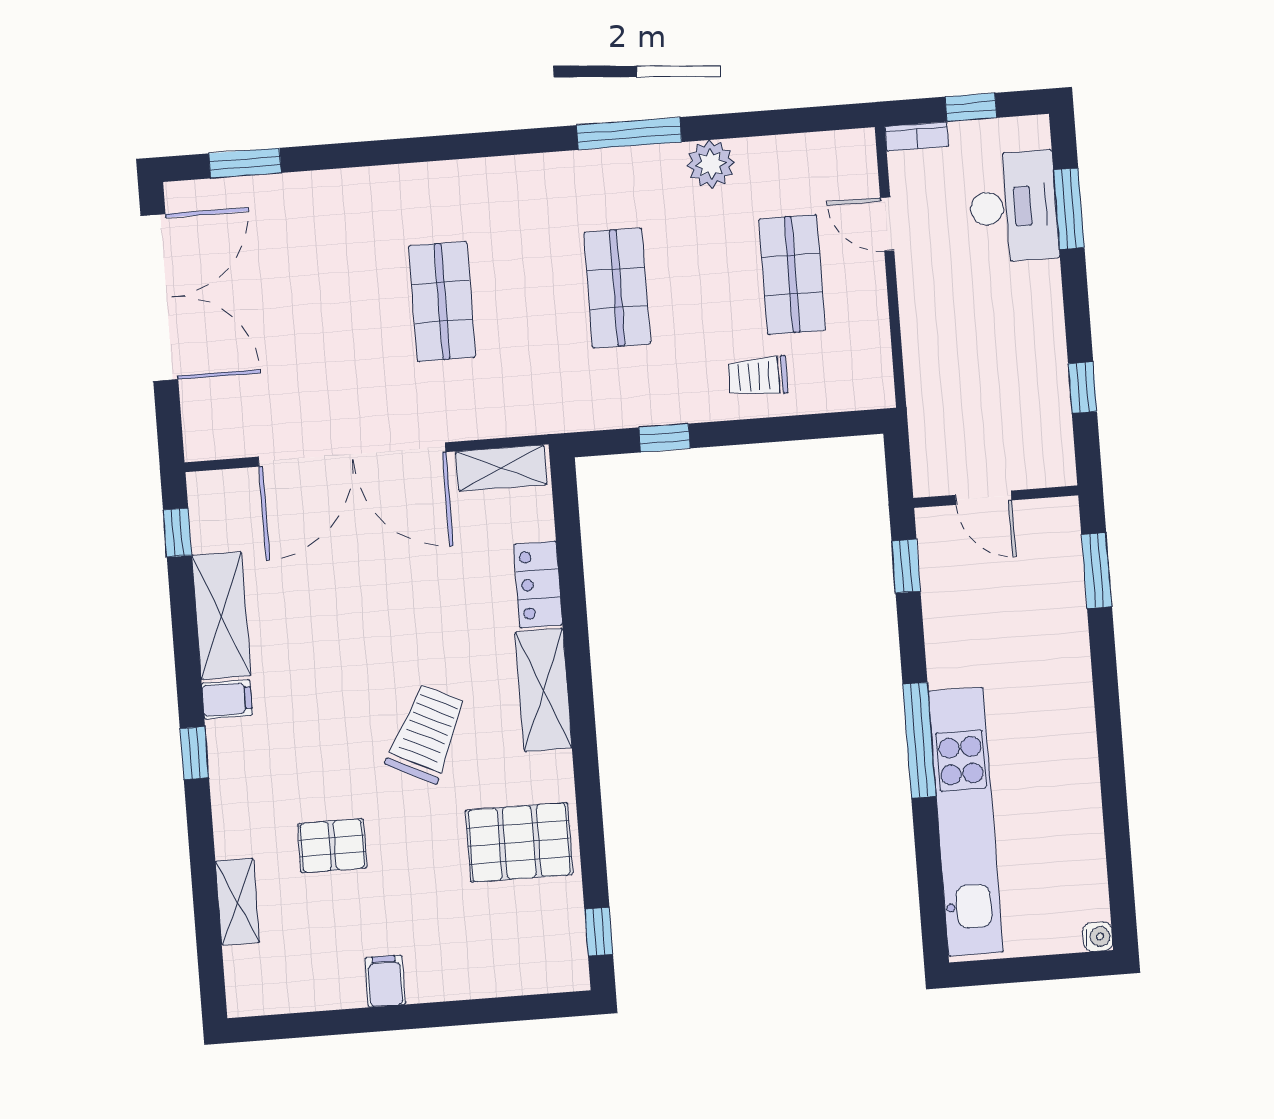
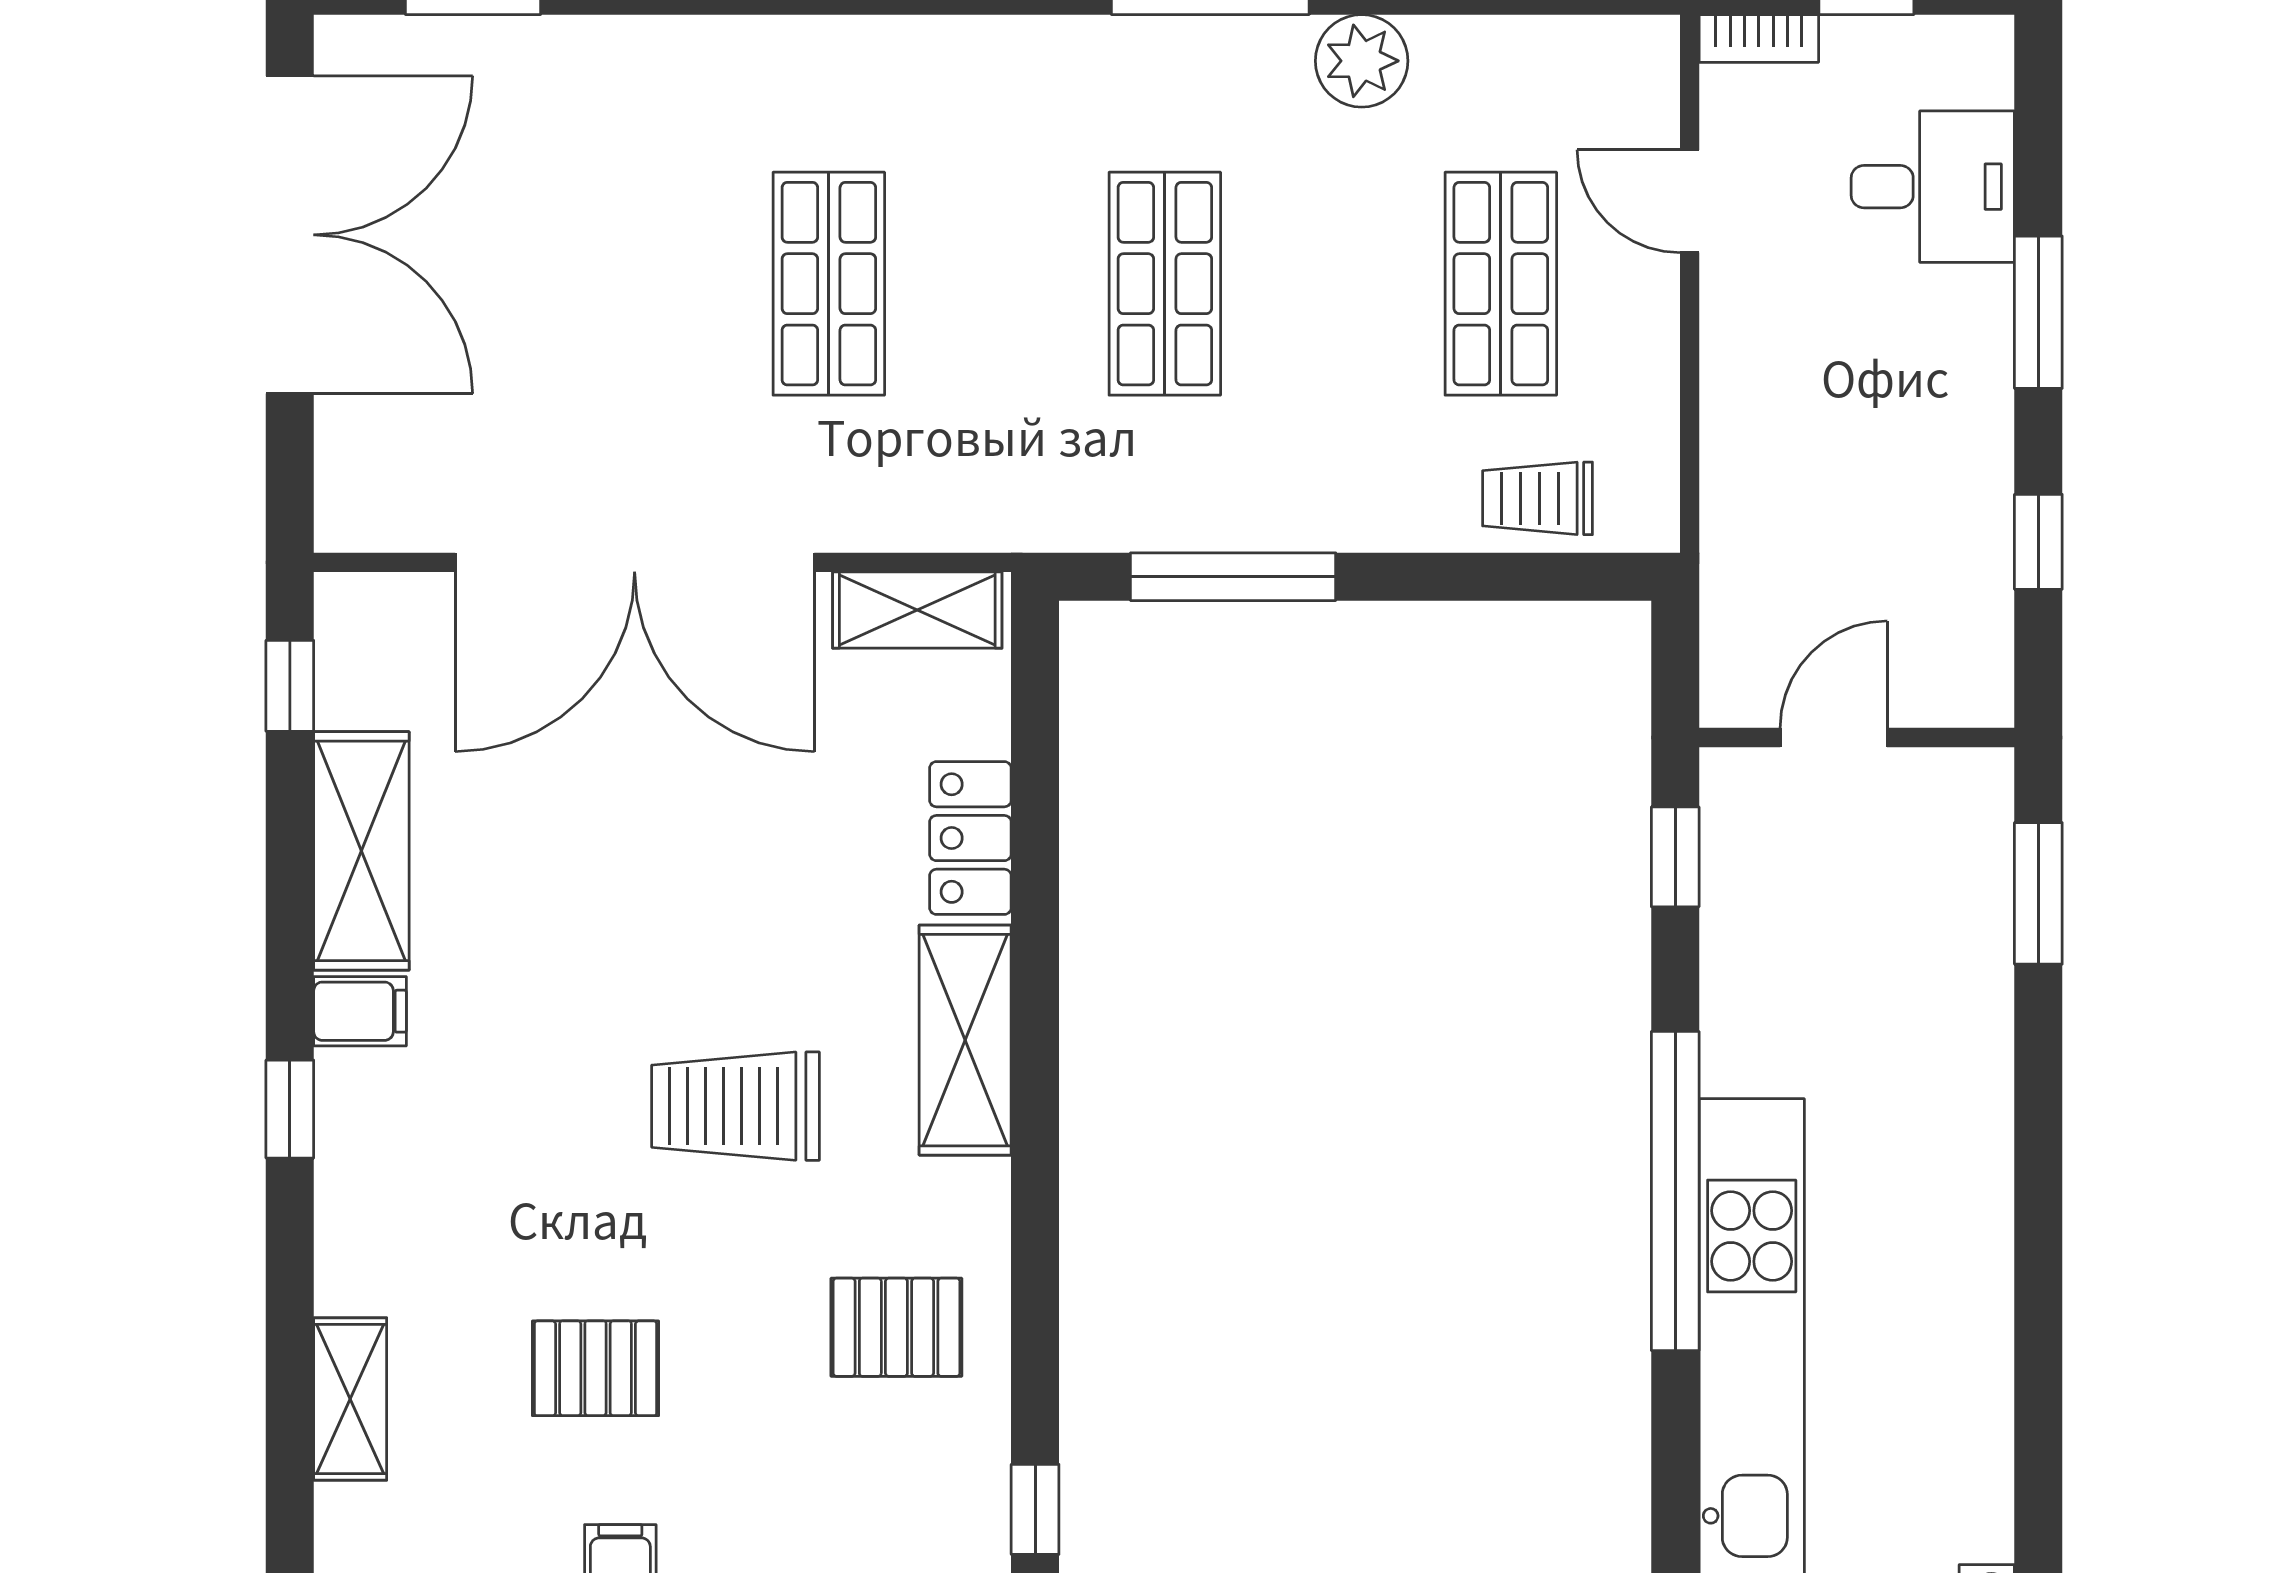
desk: (1013, 207) -> (1933, 187), width x0.73
window: (1069, 209) -> (2038, 312), moved
trolley: (758, 376) -> (1538, 498), moved
window: (664, 438) -> (1233, 577), width x2.17
door: (984, 498) -> (1834, 738), swing flipped
trolley: (426, 734) -> (736, 1106), turned -116
window: (919, 740) -> (1675, 1191), width x1.46
pallet: (519, 842) -> (896, 1327), width x0.67, depth x0.71
pallet: (332, 846) -> (595, 1368), moved

